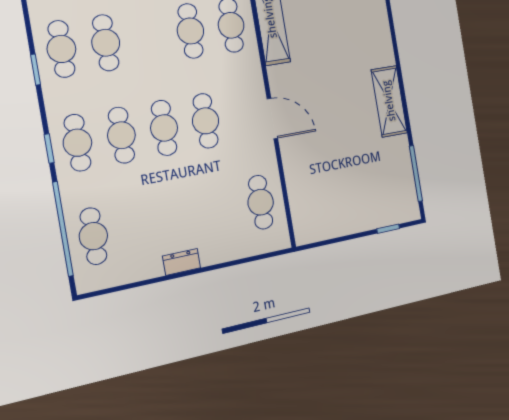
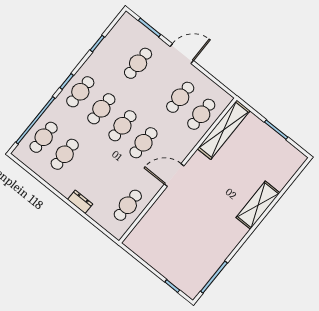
cafe table: (61, 49) -> (65, 154), moved
shelving: (389, 101) -> (258, 205), moved
door: (272, 118) -> (174, 175), swing flipped
dresser: (182, 262) -> (80, 202), moved

